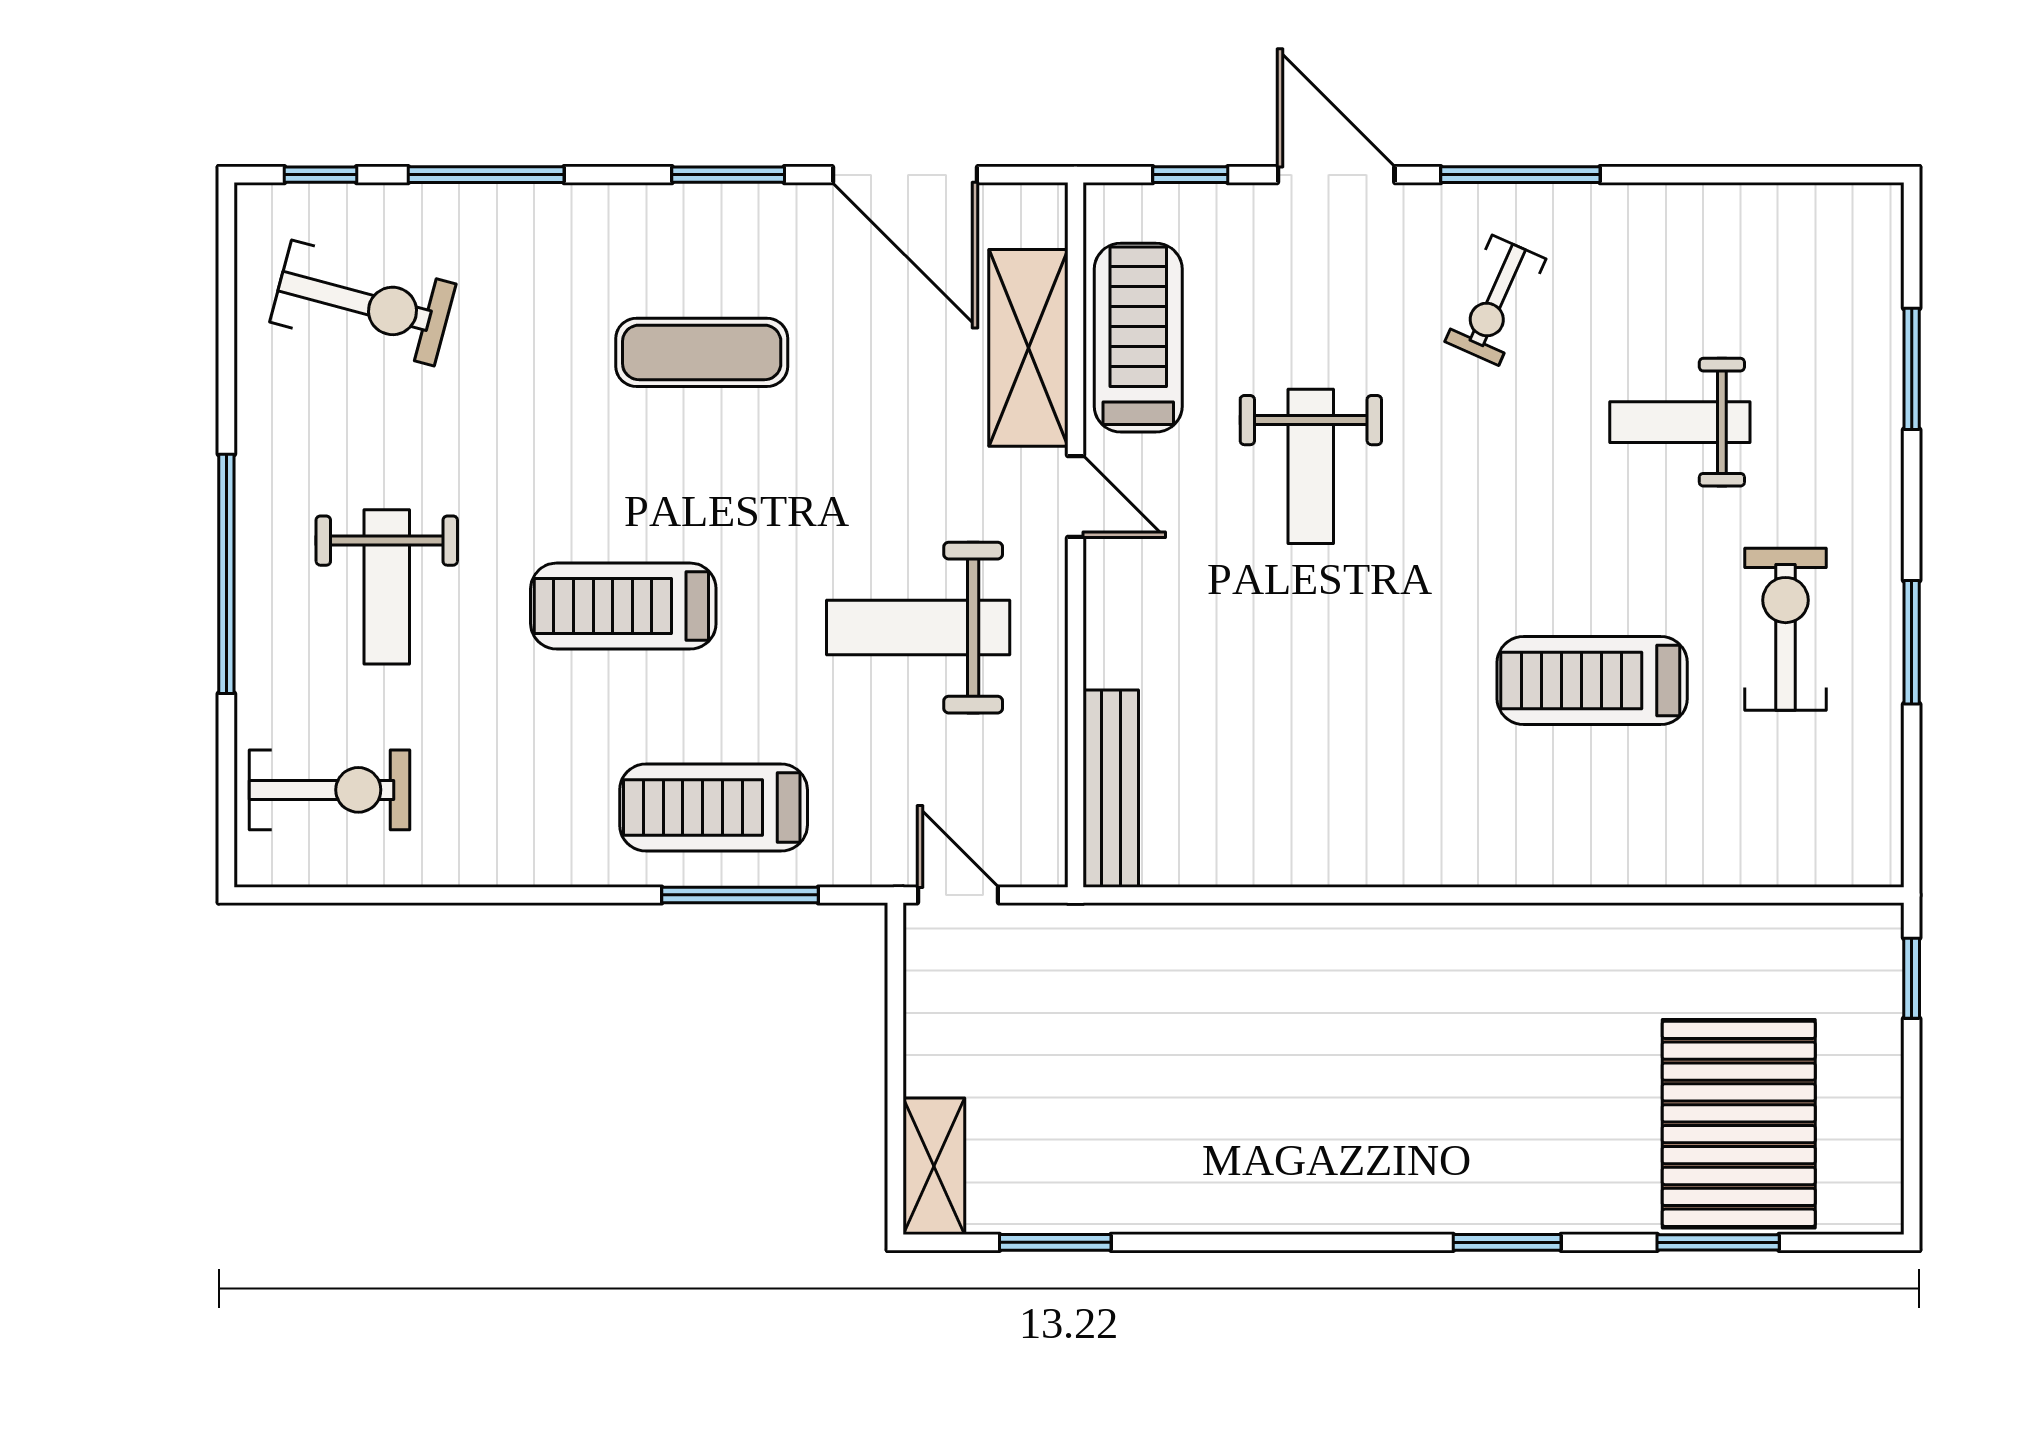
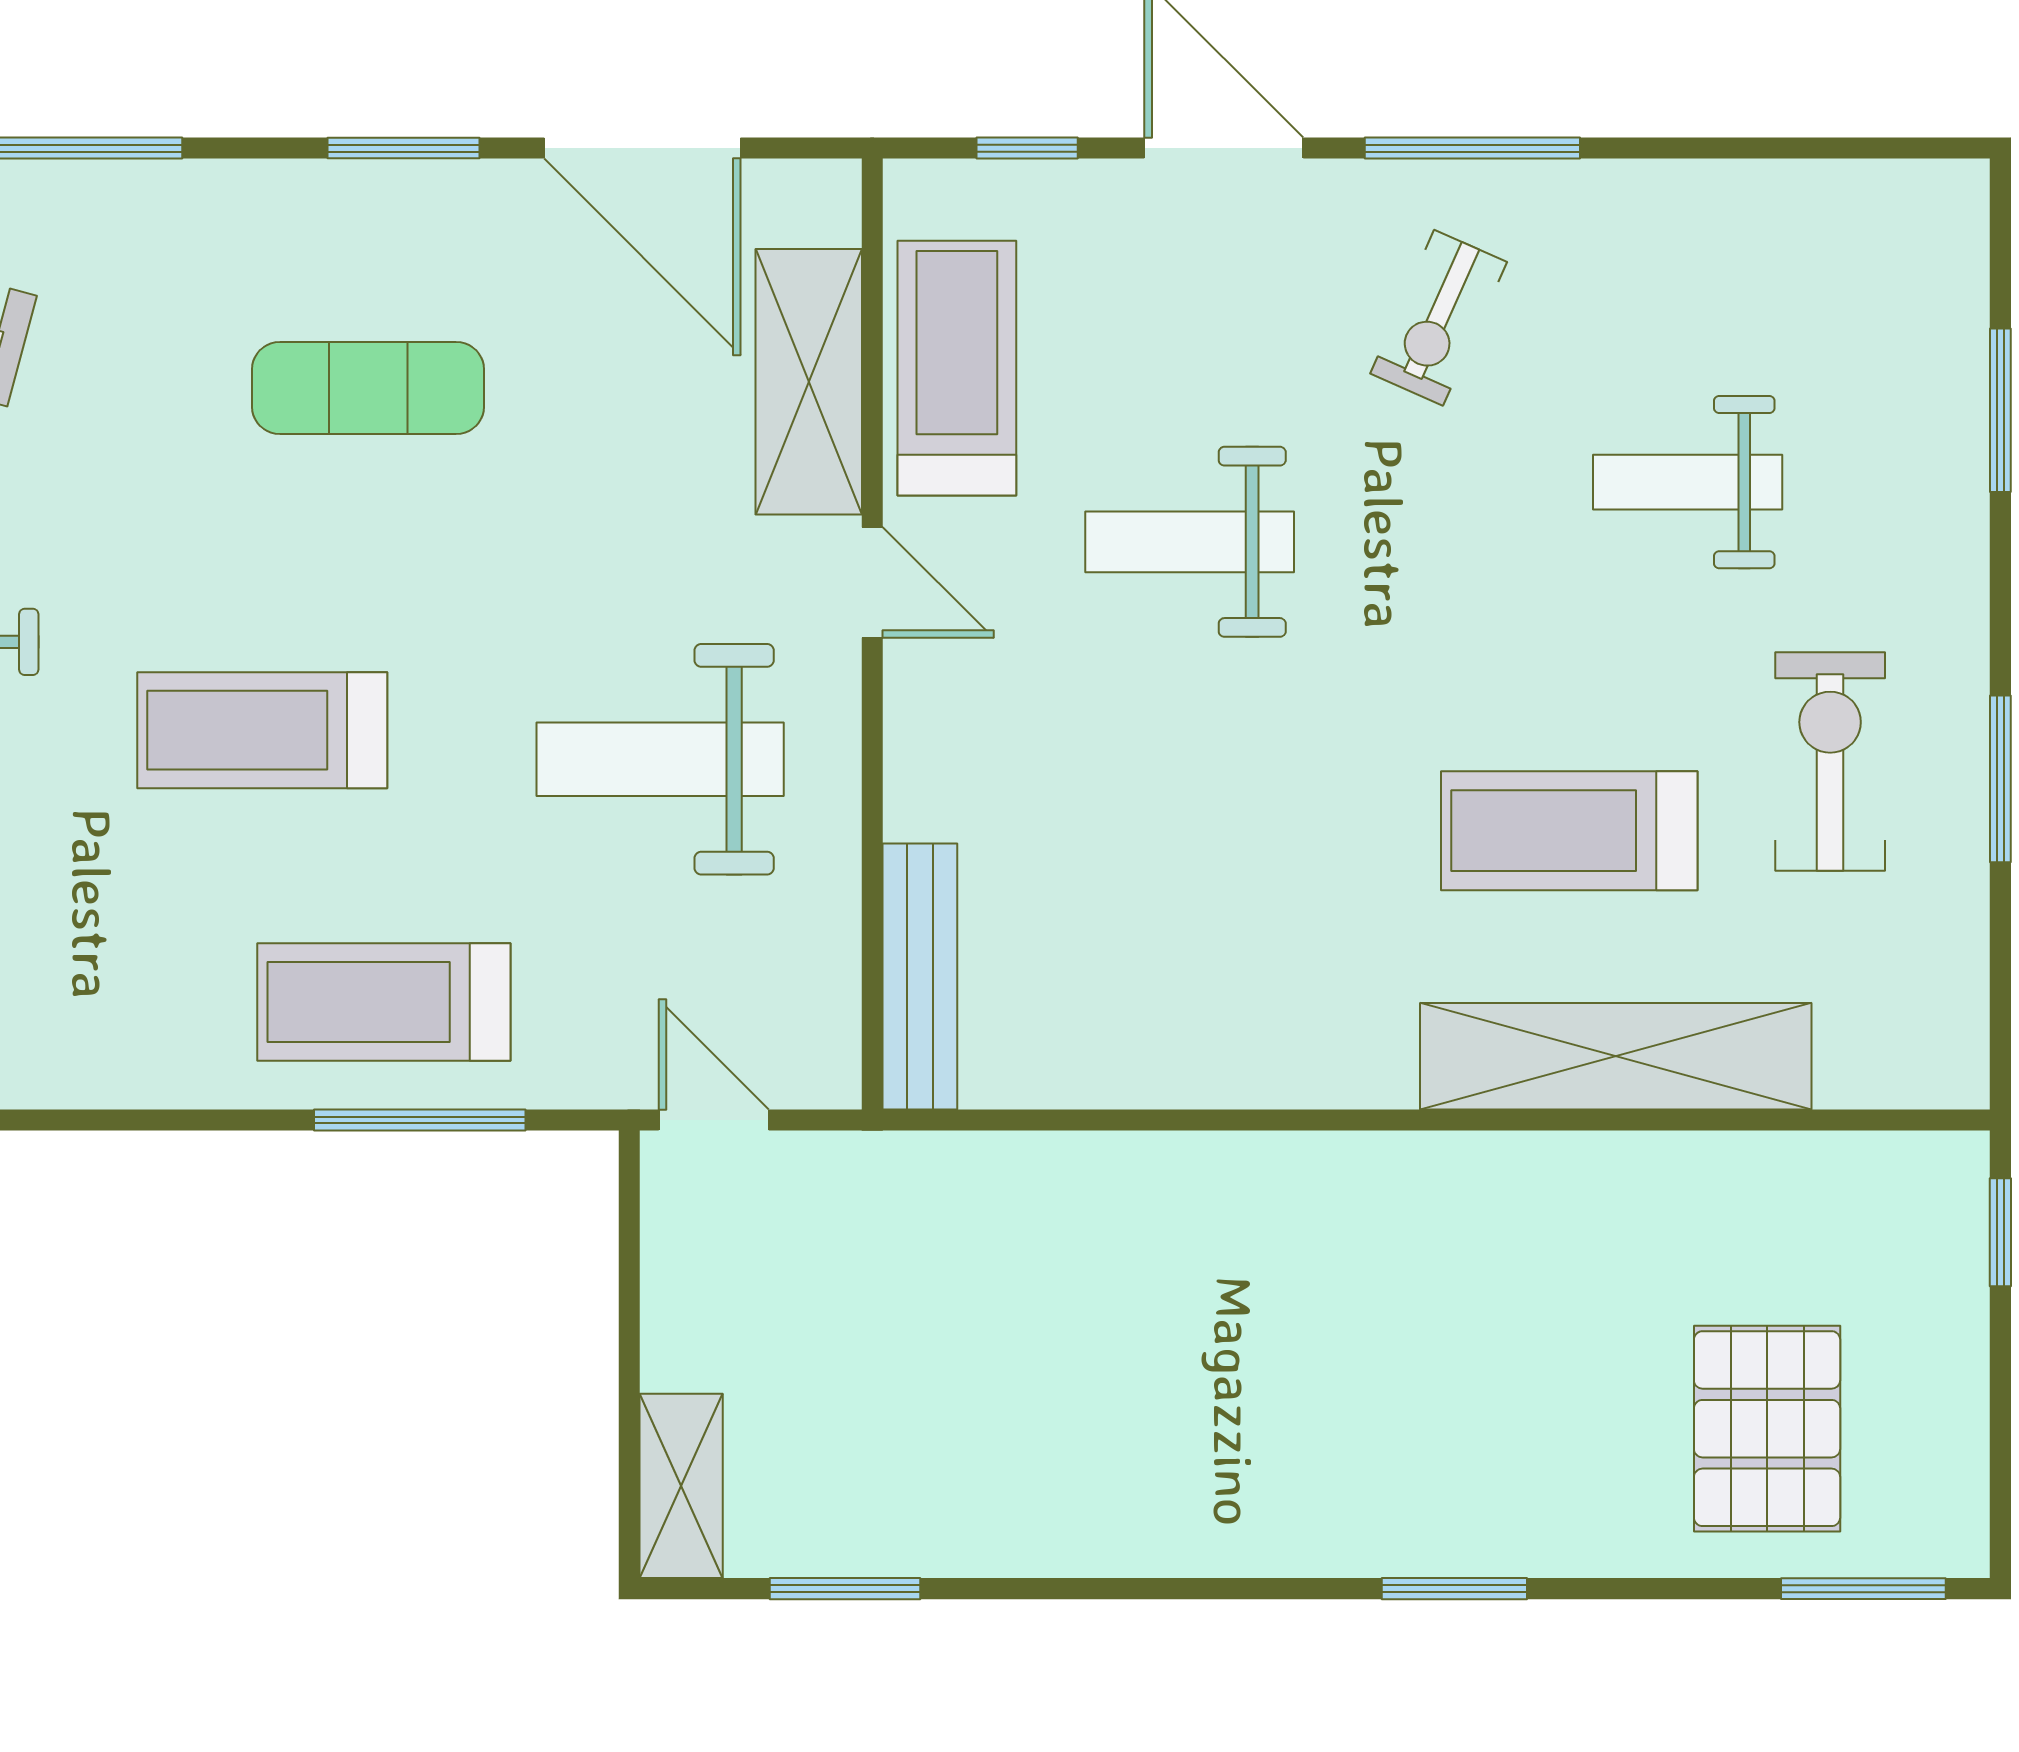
weight bench: (1311, 466) -> (1190, 542), turned 90
shelving: (1627, 848) -> (1616, 1056), added
pallet: (1739, 1124) -> (1767, 1429), width x0.73, depth x0.71
window: (1718, 1242) -> (1863, 1589), moved

